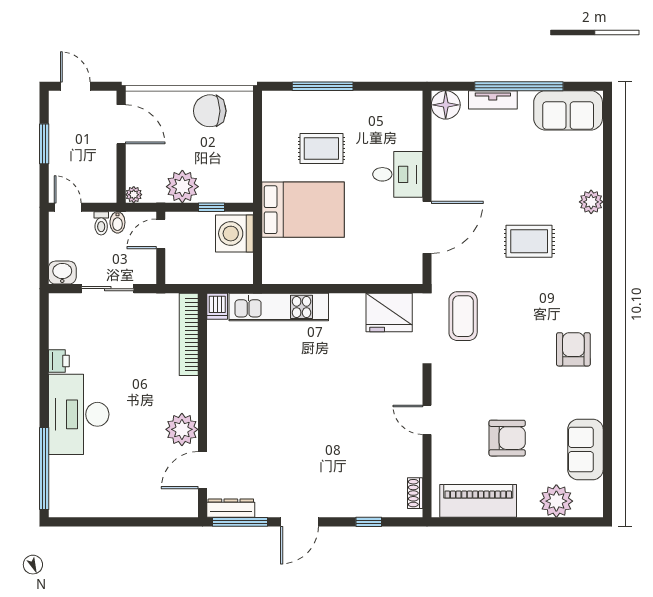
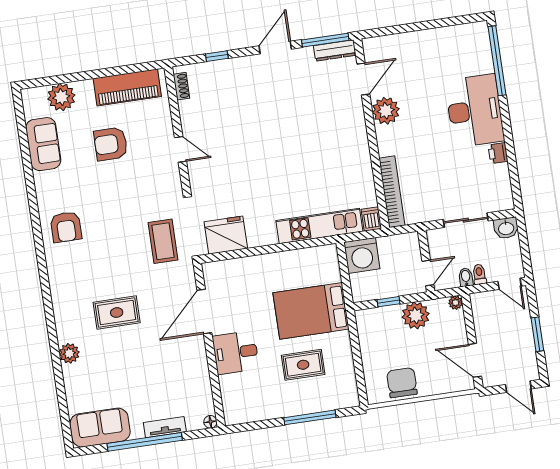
floor lamp: (446, 105) -> (210, 422), width x0.53, depth x0.53
chair: (210, 111) -> (402, 383), turned -90
washing machine: (234, 234) -> (362, 255), moved, turned 90

